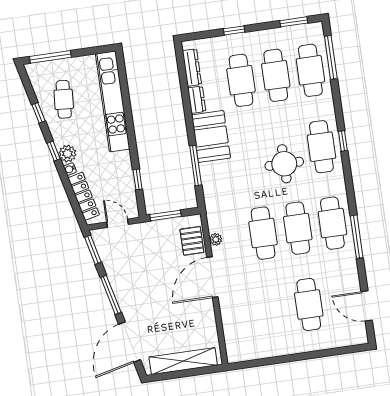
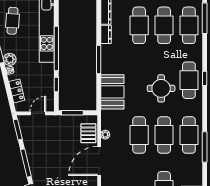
window: (130, 129) -> (56, 48), added
booth: (211, 136) -> (112, 92), moved
window: (196, 165) -> (99, 59), moved
locker: (84, 196) -> (17, 91), width x0.66
door: (118, 223) -> (38, 113), hinge flipped

